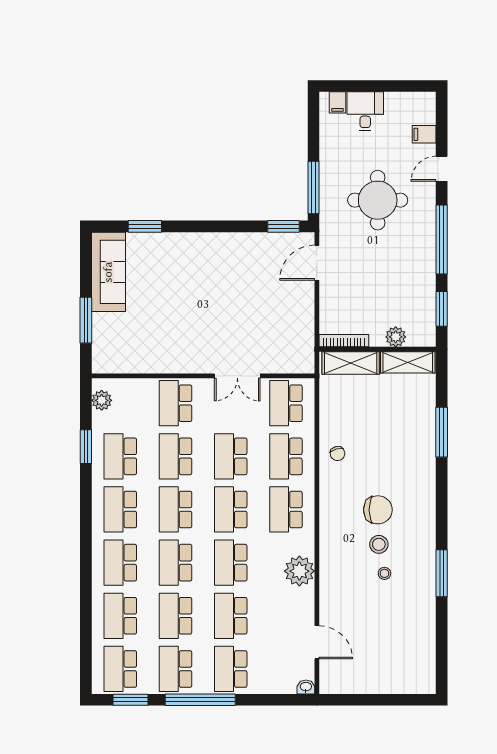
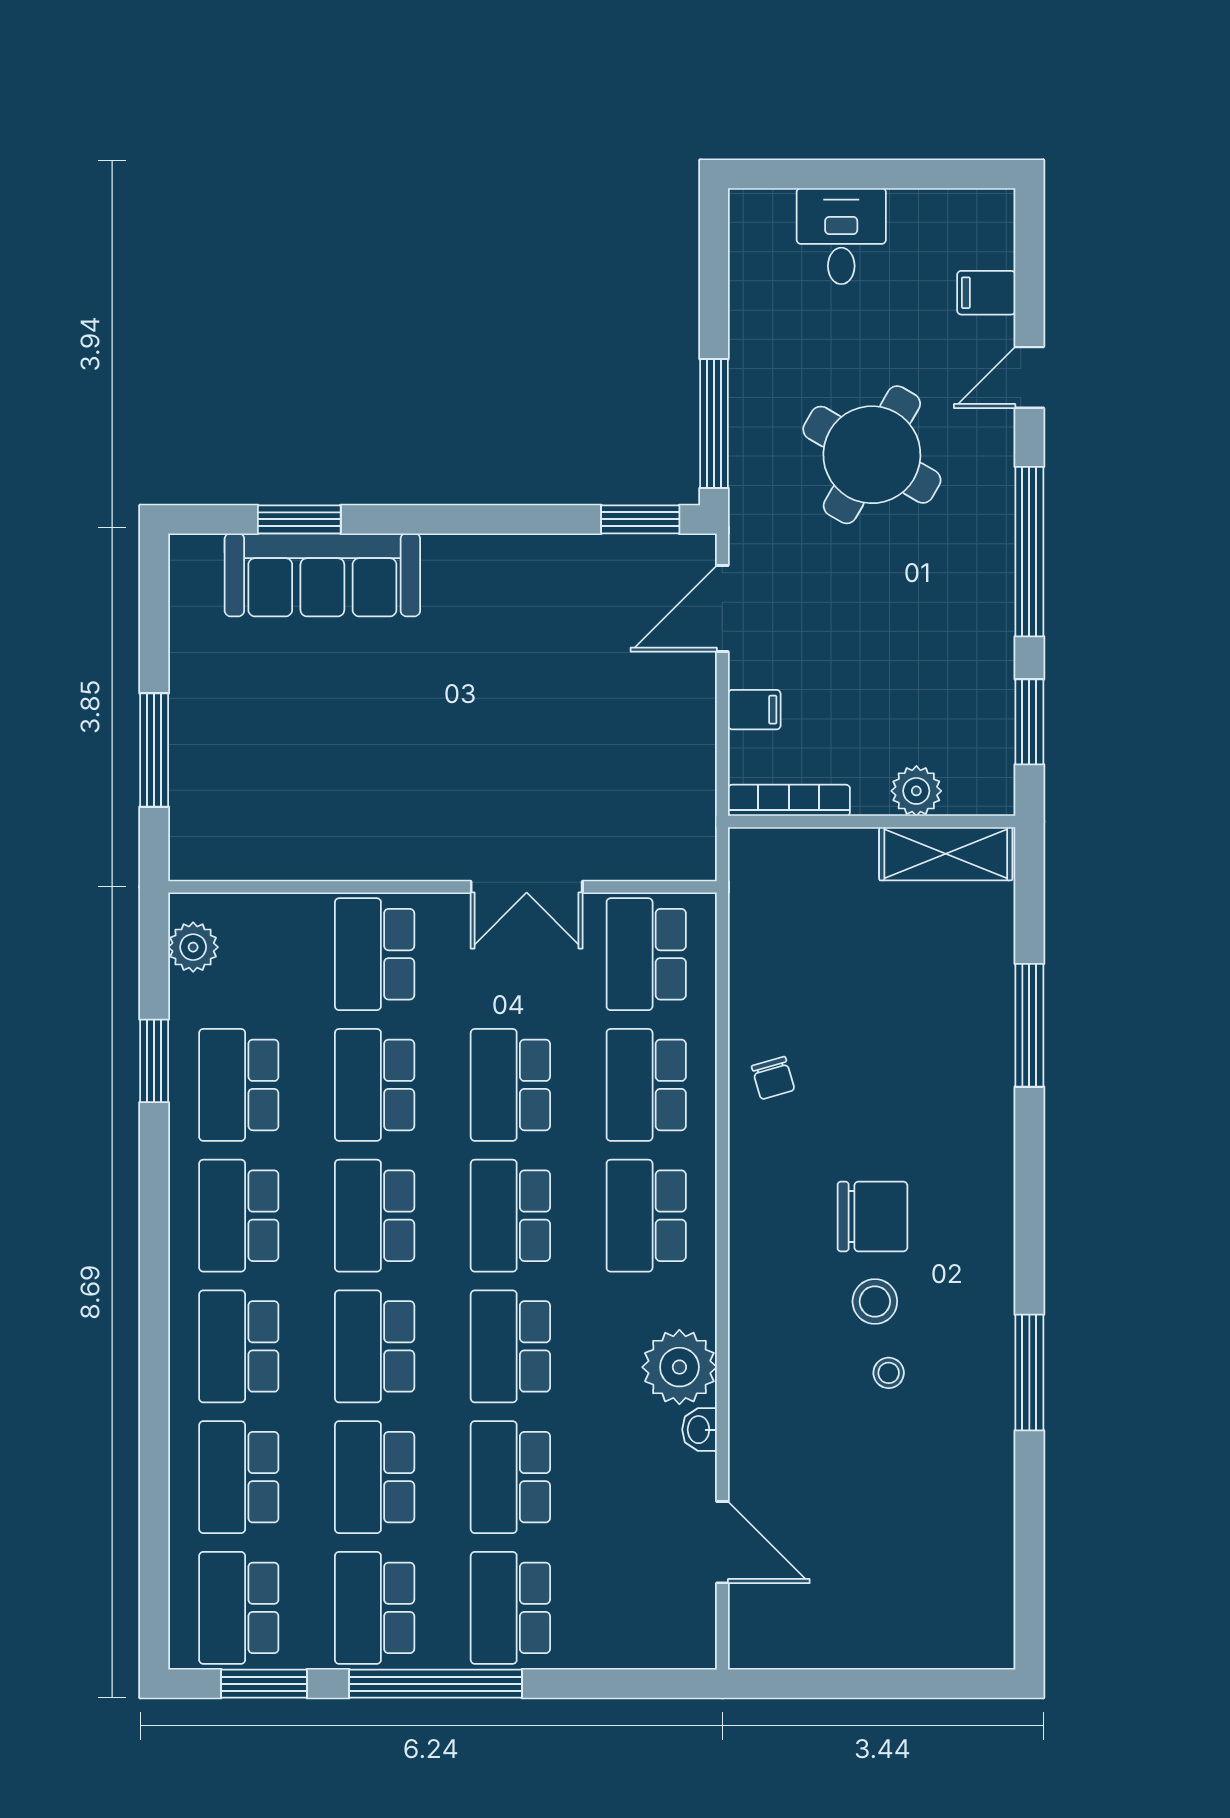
filing cabinet: (338, 102) -> (754, 710), moved, turned -90
round table: (378, 200) -> (872, 455), turned 30
sofa: (108, 272) -> (322, 575), moved, turned 90
shelving: (351, 363) -> (805, 855), removed
washbasin: (306, 687) -> (700, 1430), moved, turned -90

